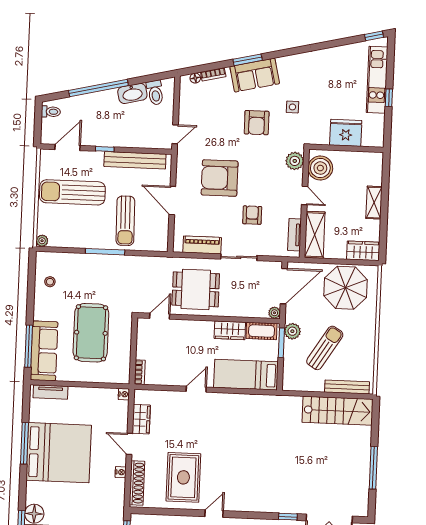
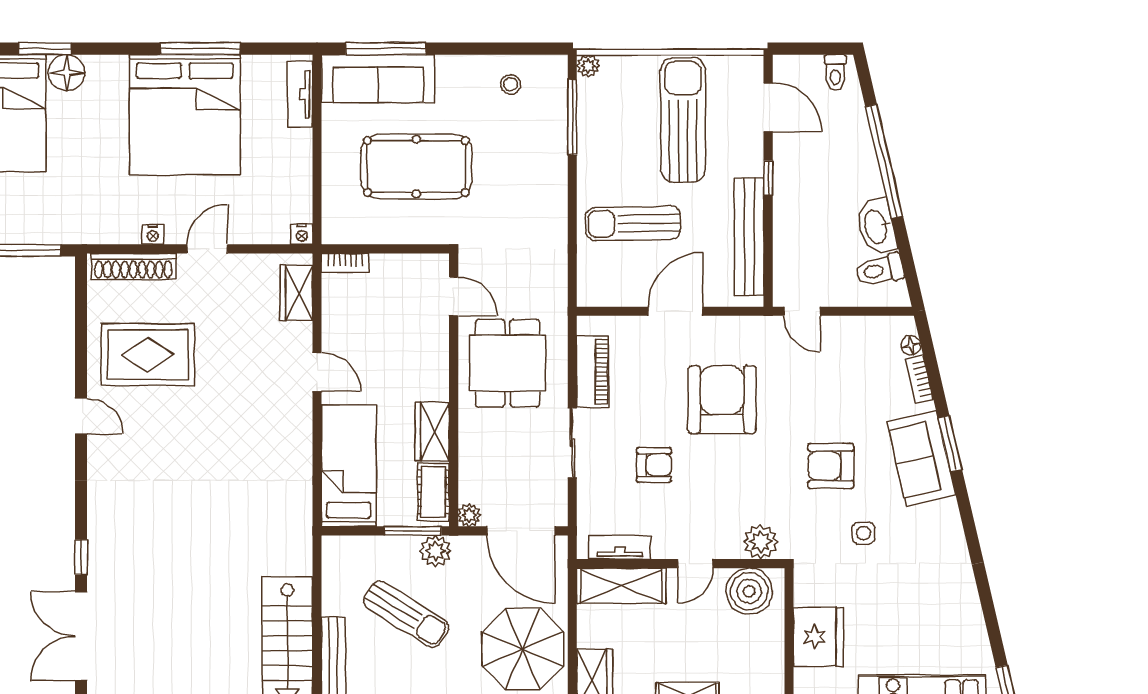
window: (105, 252) -> (572, 117), moved
wardrobe: (141, 419) -> (296, 293), moved, turned 90

